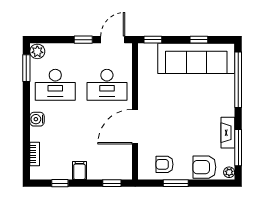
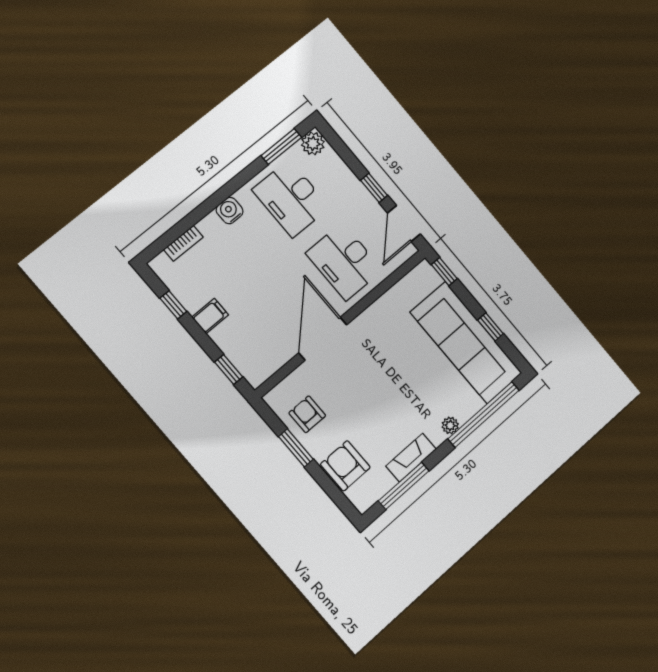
door: (113, 40) -> (404, 223), swing flipped
door: (135, 127) -> (323, 339), hinge flipped
plant: (229, 172) -> (450, 425), moved

